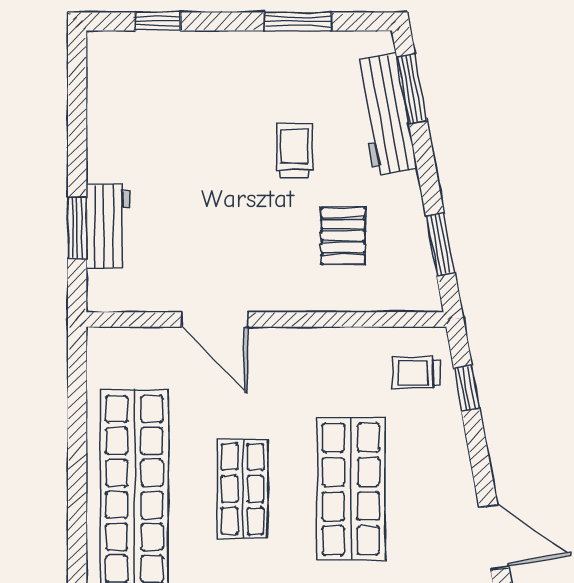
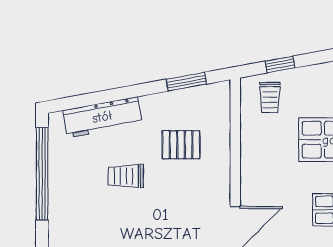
window: (298, 21) -> (42, 174), width x2.11
window: (412, 89) -> (86, 100), removed

